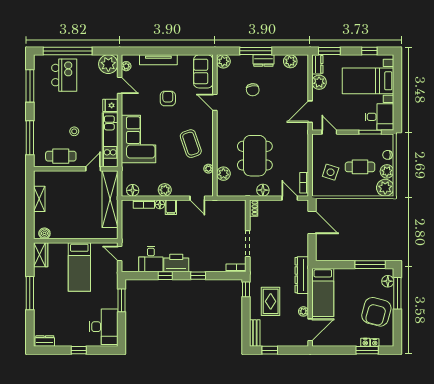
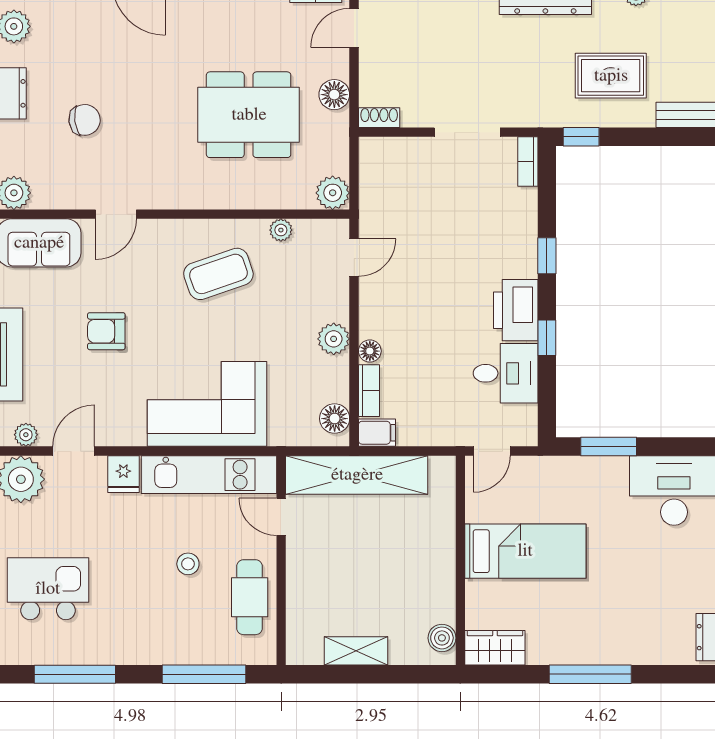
plant: (223, 174) -> (333, 193), moved
filing cabinet: (171, 207) -> (377, 433), moved

